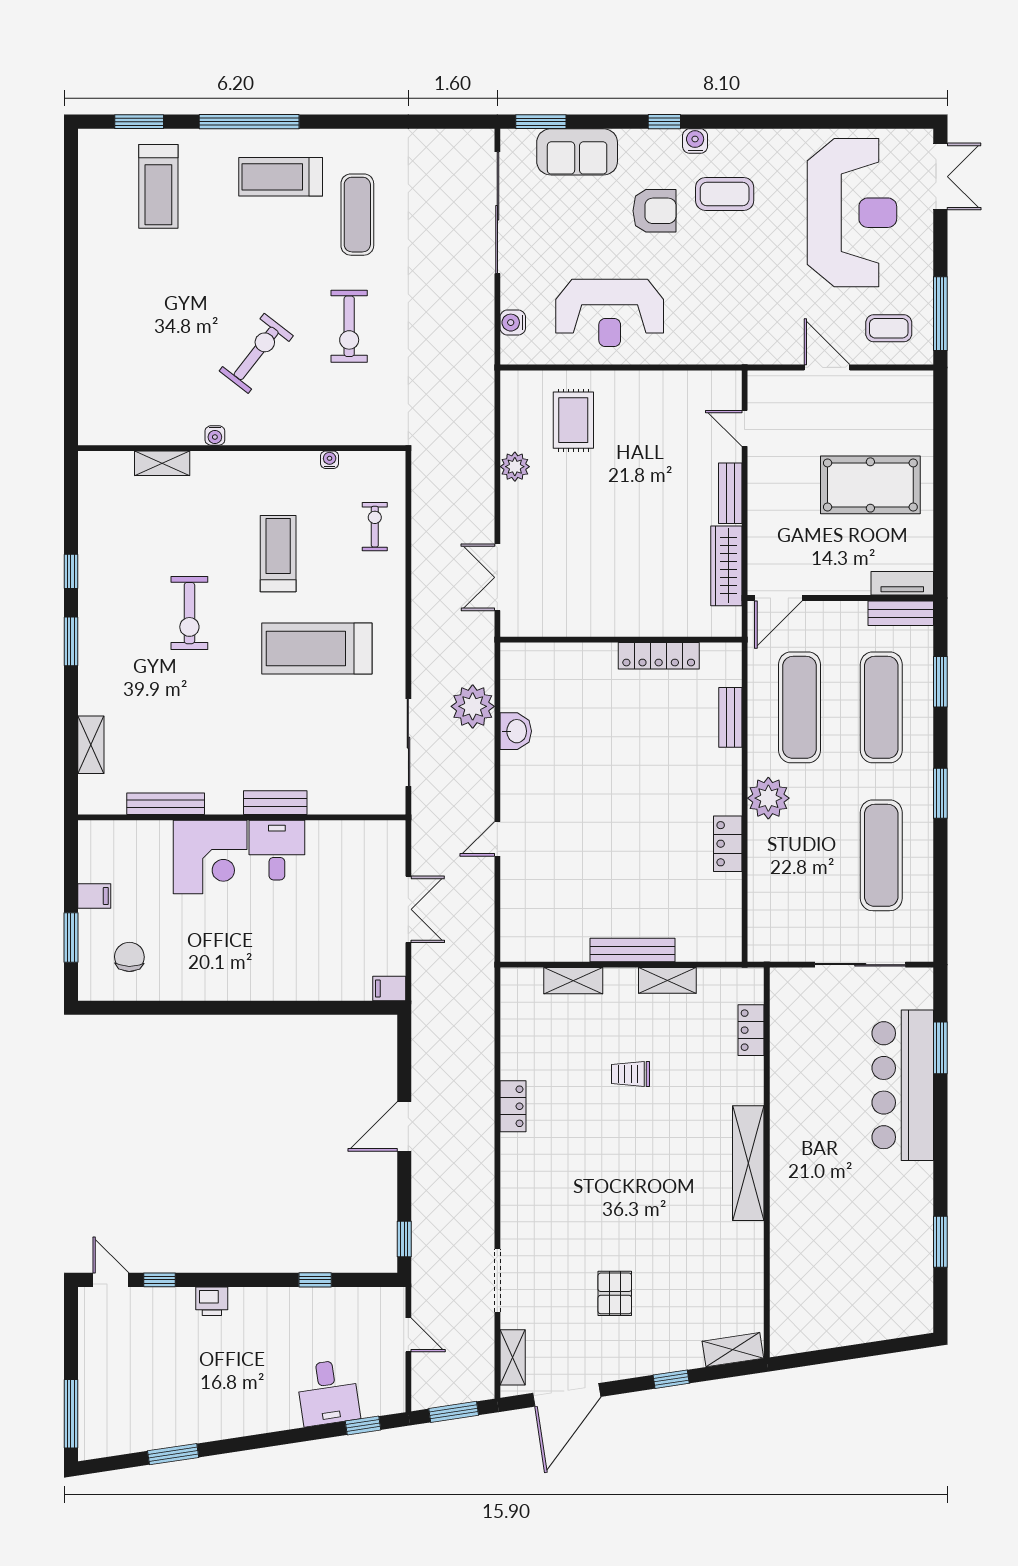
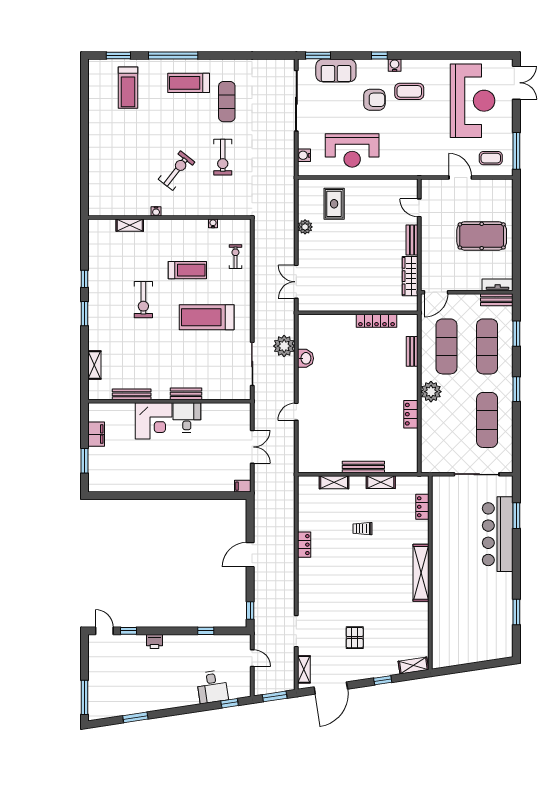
treadmill: (278, 554) -> (187, 270), turned 90
filing cabinet: (94, 896) -> (96, 434), width x2.00
chair: (129, 957) -> (114, 470), removed

